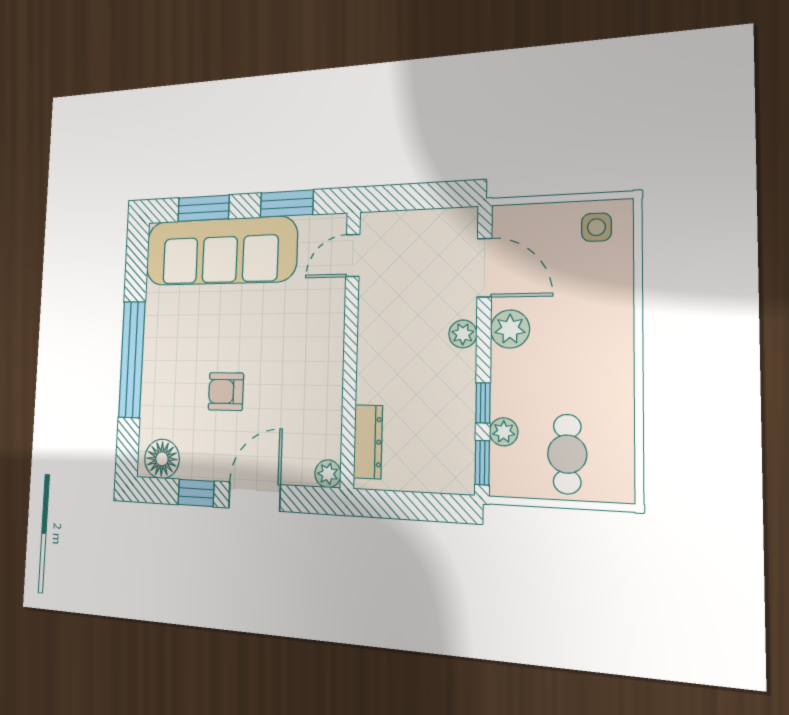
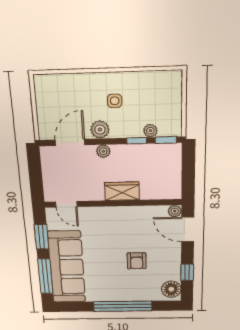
window: (203, 208) -> (45, 276), width x1.44
side table: (596, 227) -> (115, 101), moved
wardrobe: (375, 368) -> (122, 191), added
dresser: (368, 442) -> (158, 193), removed
cafe table: (567, 454) -> (160, 101), removed
door: (254, 496) -> (188, 229), moved

